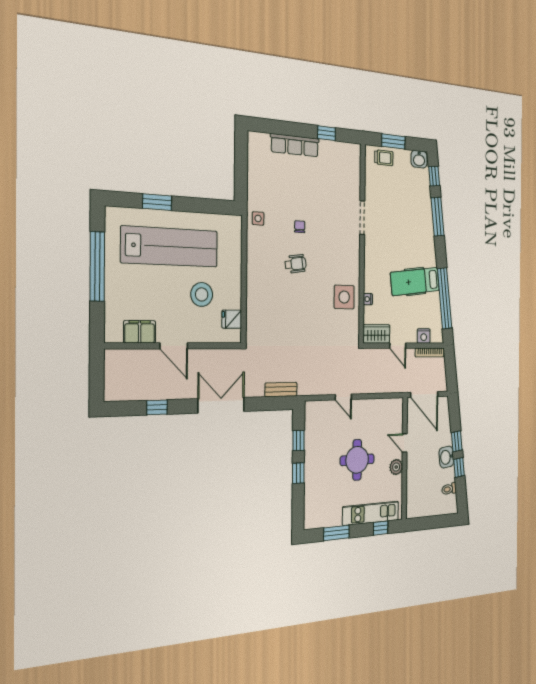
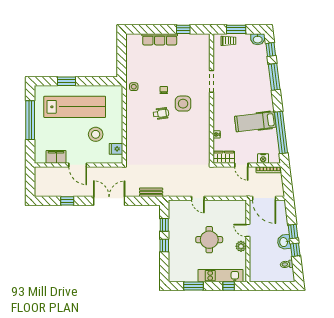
side table: (344, 297) -> (183, 104), moved

